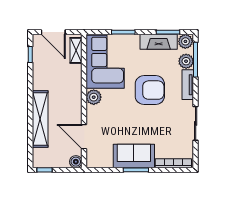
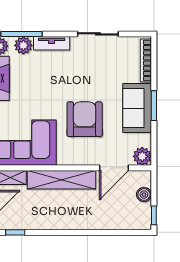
armchair: (150, 90) -> (85, 119), moved
plant: (94, 97) -> (142, 156), moved
shelving: (40, 119) -> (62, 180), moved
boiler: (76, 162) -> (144, 195), moved

